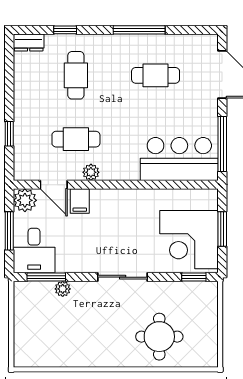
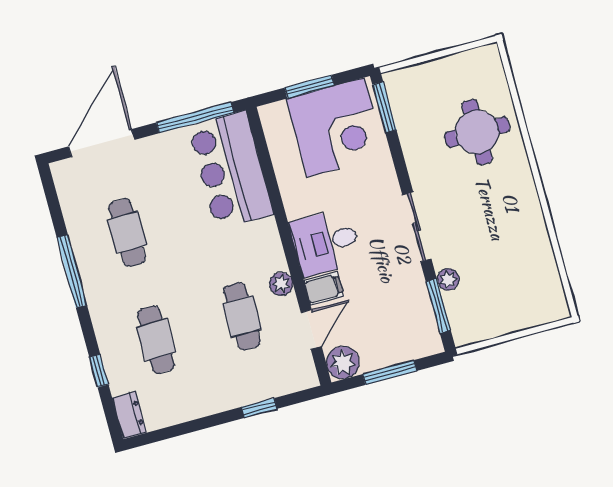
cafe table: (76, 75) -> (156, 340), turned 90
desk: (34, 251) -> (326, 242), moved, turned 180
sliding door: (123, 277) -> (417, 227), moved
window: (194, 277) -> (384, 107), width x1.50

